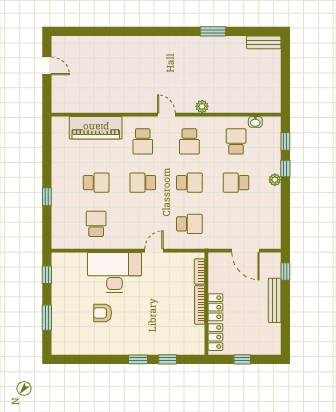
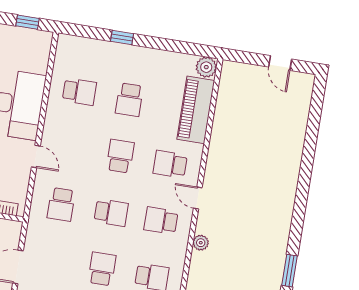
door: (47, 66) -> (280, 63), hinge flipped
door: (166, 115) -> (198, 198), swing flipped
plant: (60, 125) -> (206, 67), added
school desk: (189, 183) -> (111, 213), turned -90

